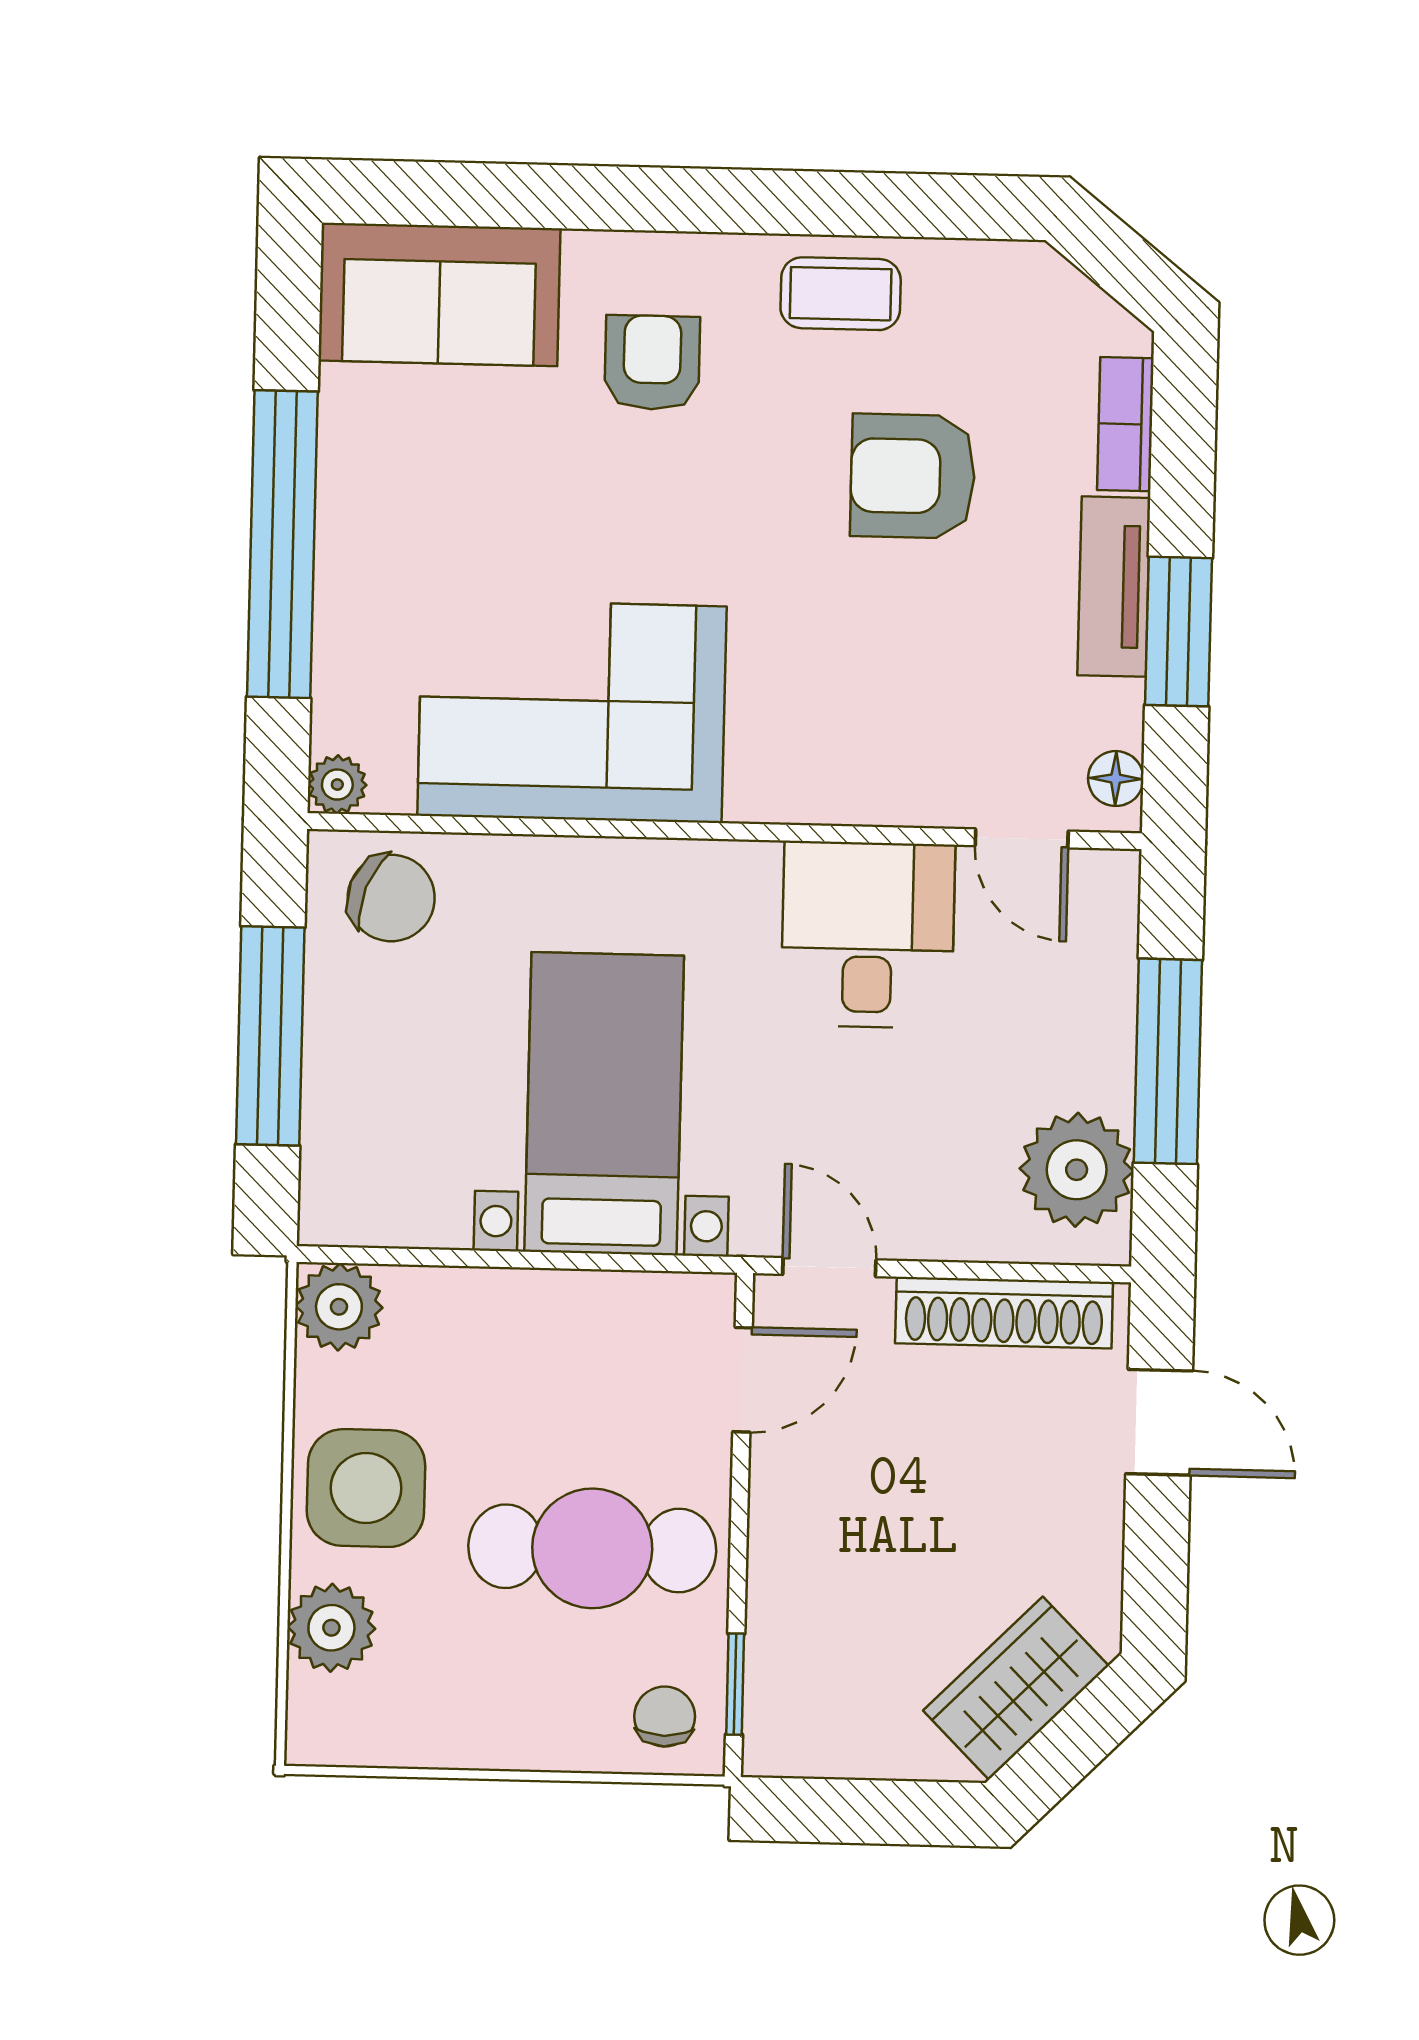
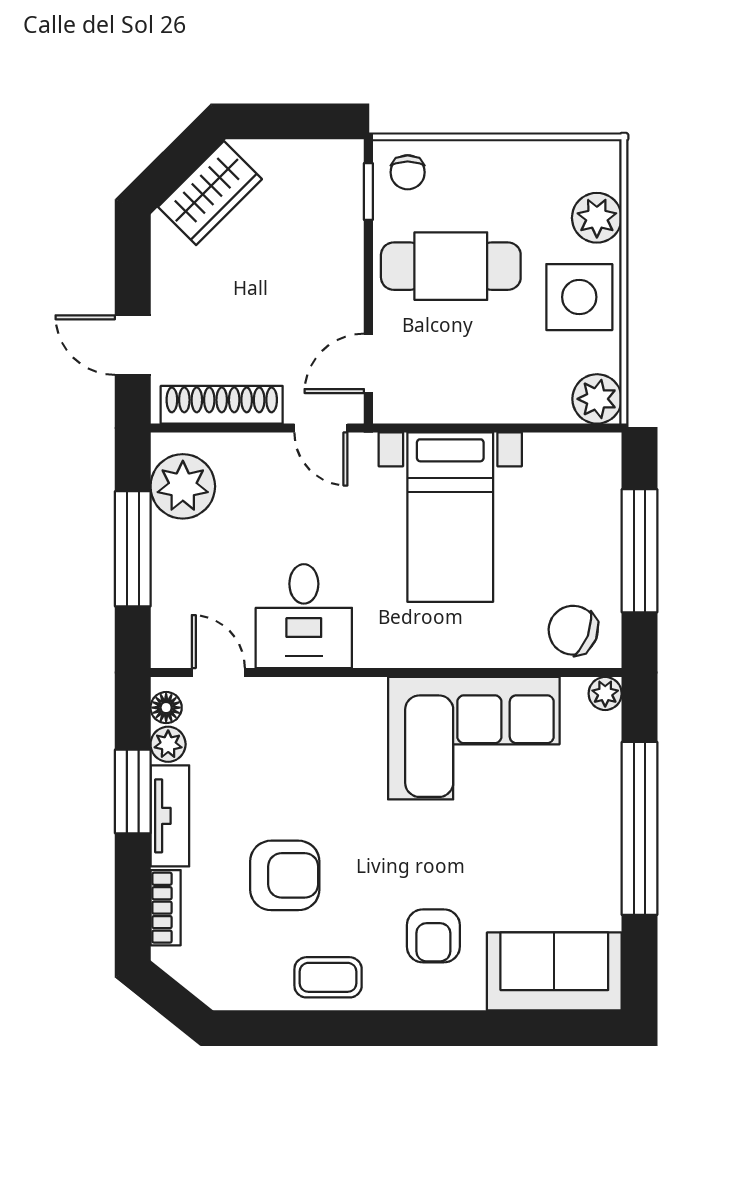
plant: (1114, 714) -> (168, 744), added

